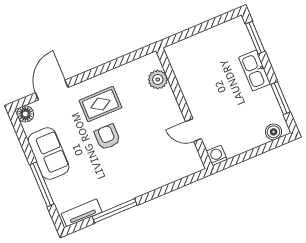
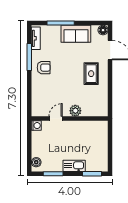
plant: (158, 80) -> (75, 111), moved
armchair: (107, 137) -> (44, 68), moved

